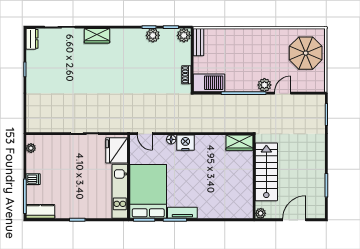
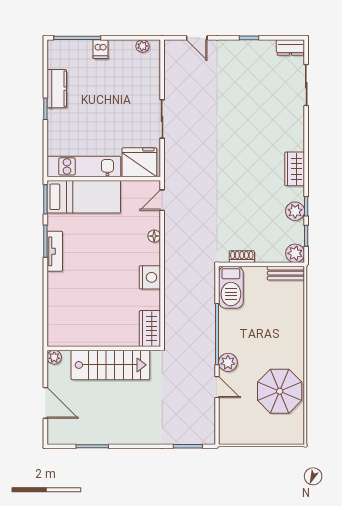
wardrobe: (97, 36) -> (295, 169), moved
parasol: (306, 53) -> (280, 391), moved
door: (25, 108) -> (197, 38), added
nightstand: (185, 143) -> (150, 277), moved
bed: (148, 191) -> (84, 197), width x0.67
kitchen counter: (40, 211) -> (57, 89), moved

